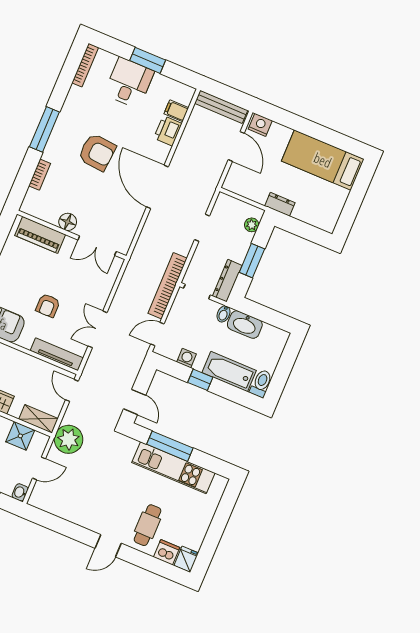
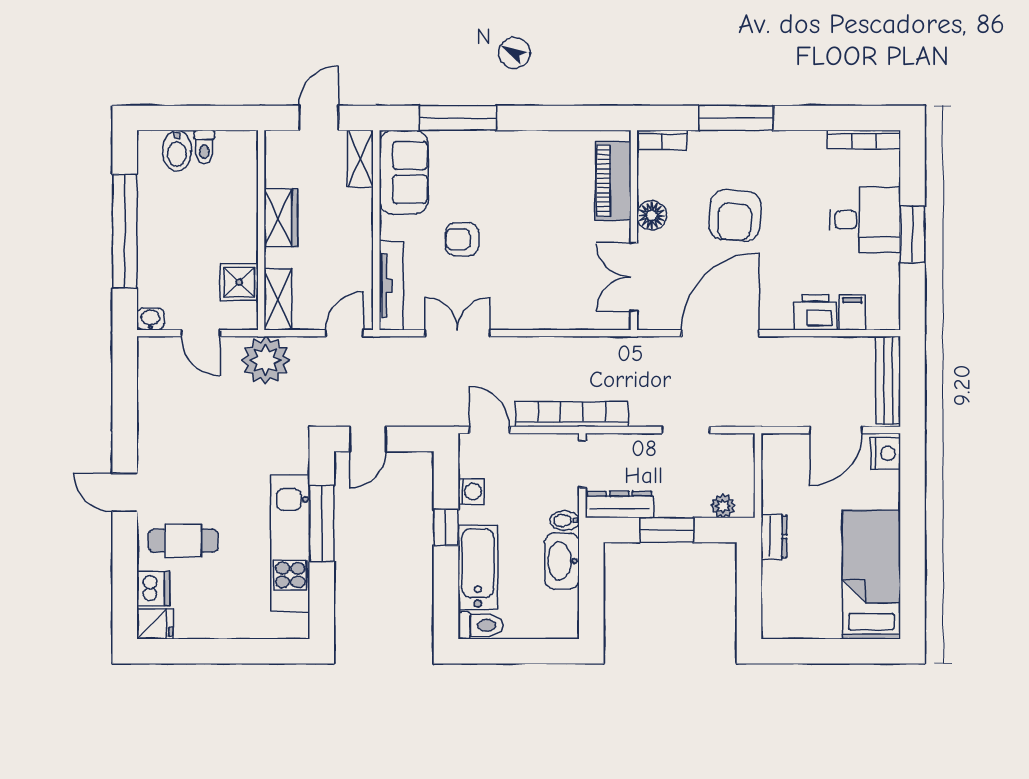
floor lamp: (68, 222) -> (652, 215), moved
piano: (40, 235) -> (613, 181), moved
wall: (72, 235) -> (634, 230), moved
double door: (97, 246) -> (634, 277), moved

